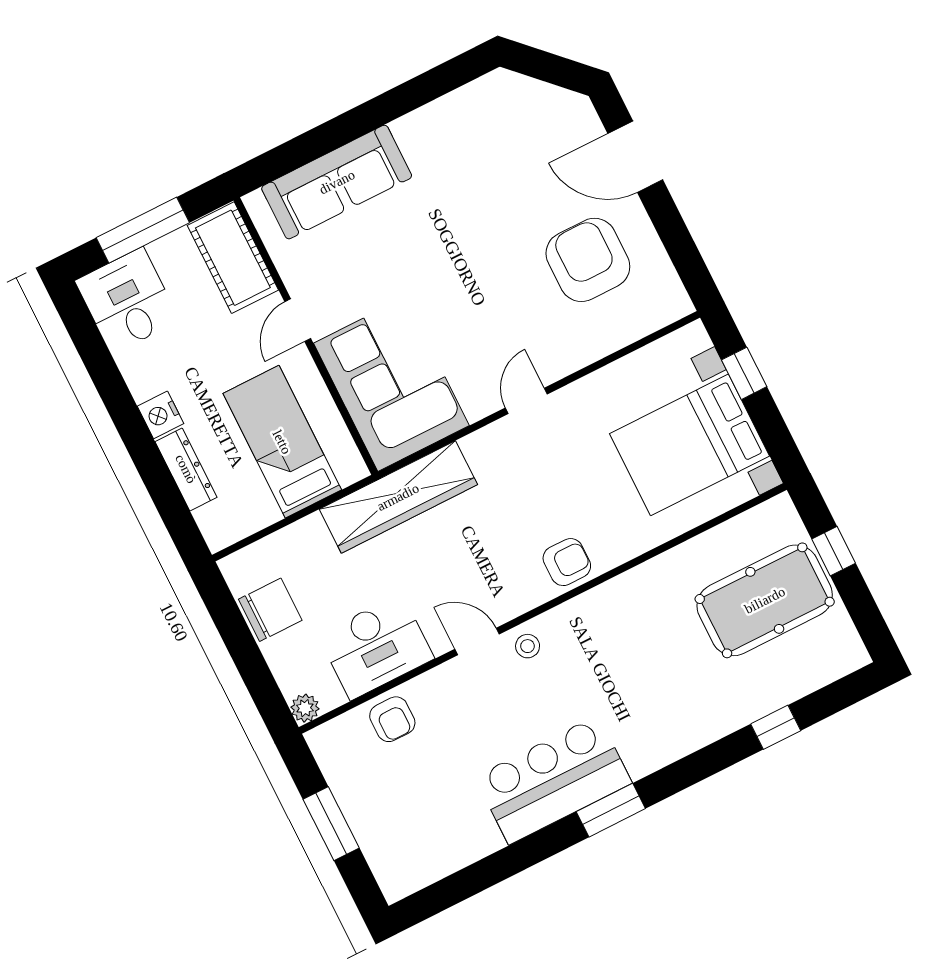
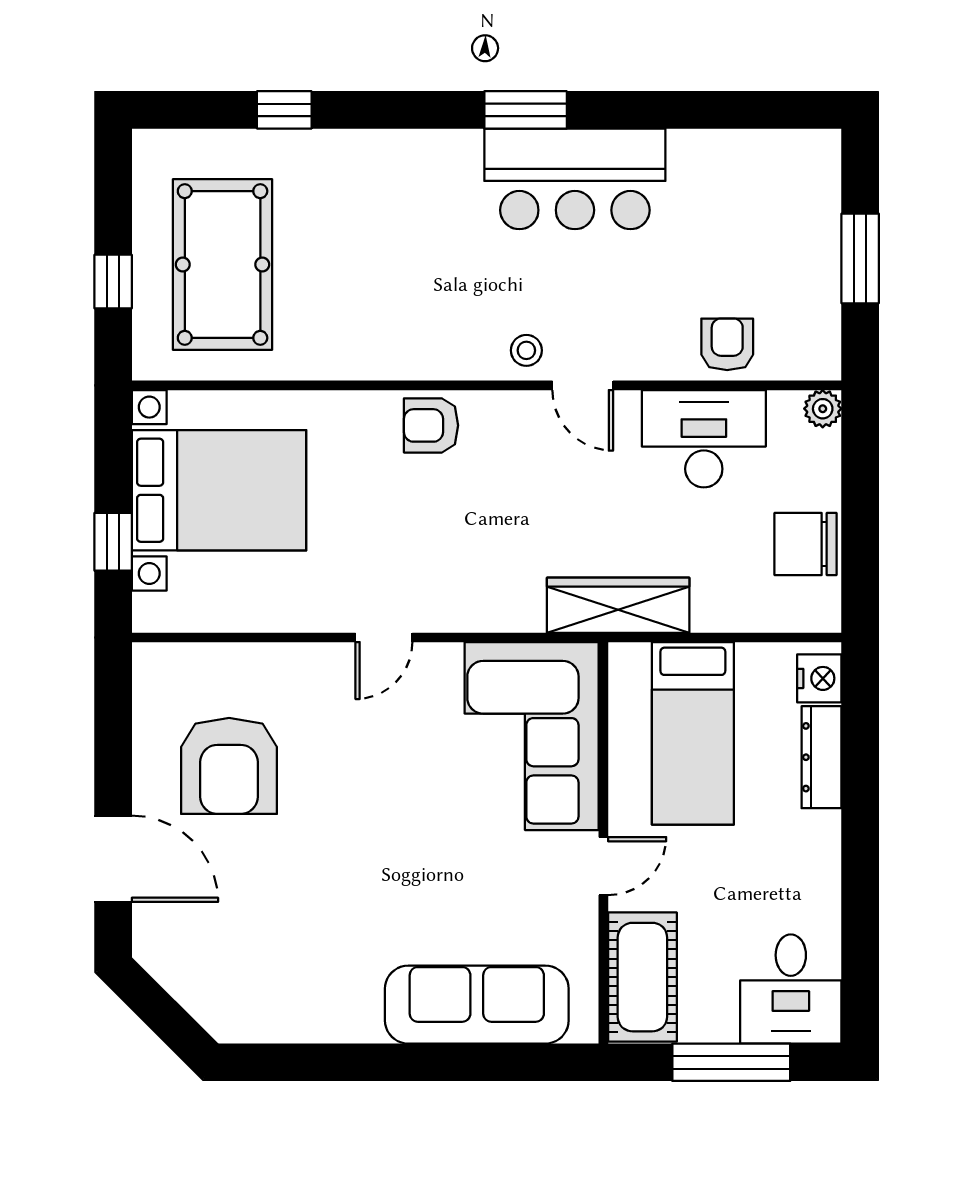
nightstand: (160, 415) -> (819, 678), moved
wardrobe: (398, 497) -> (618, 605), width x0.71, depth x0.85
pool table: (765, 600) -> (223, 264), turned 90

